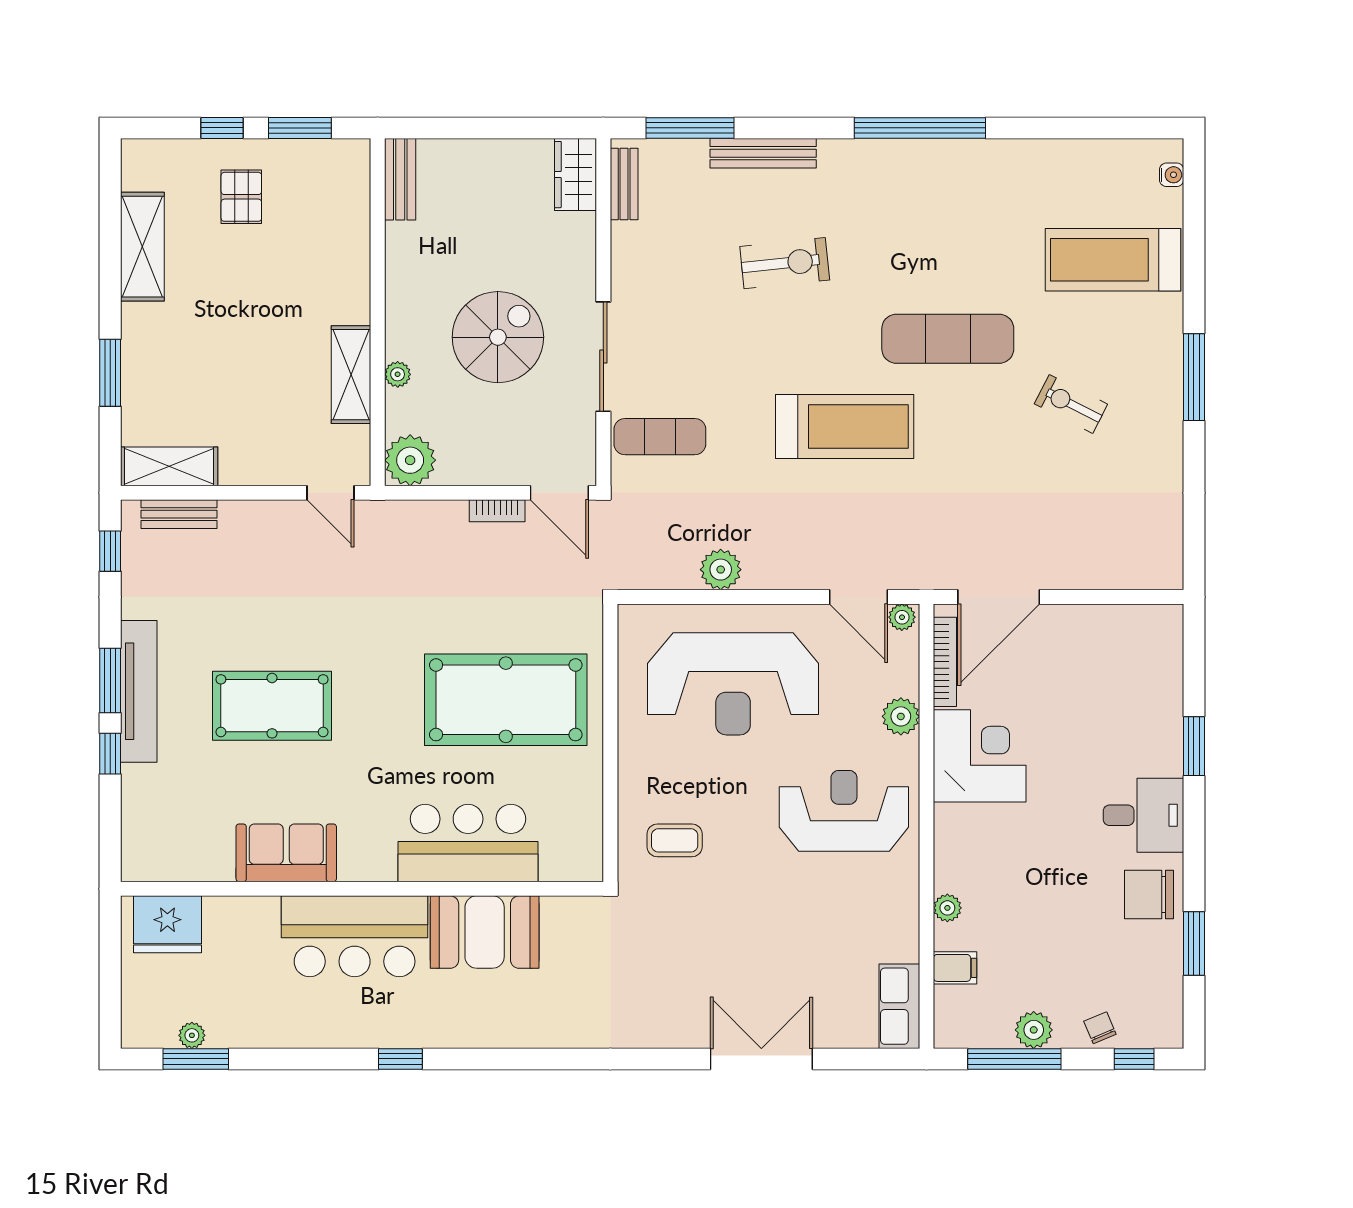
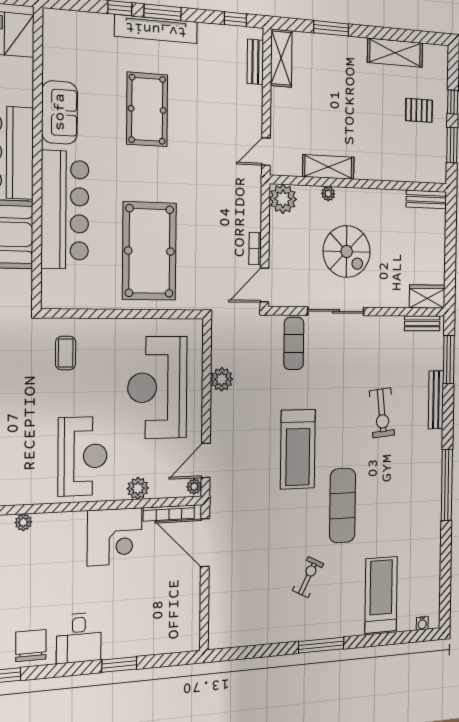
bar counter: (468, 843) -> (65, 210), width x1.36

